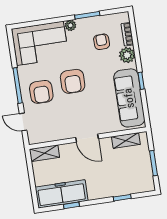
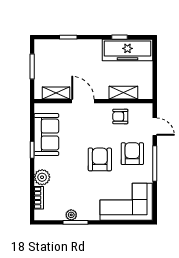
plant: (71, 25) -> (71, 215), moved
armchair: (102, 42) -> (120, 116), moved, turned 92
sofa: (129, 98) -> (46, 135), width x0.73
door: (87, 138) -> (83, 101), moved
shelving: (44, 153) -> (123, 93), moved

